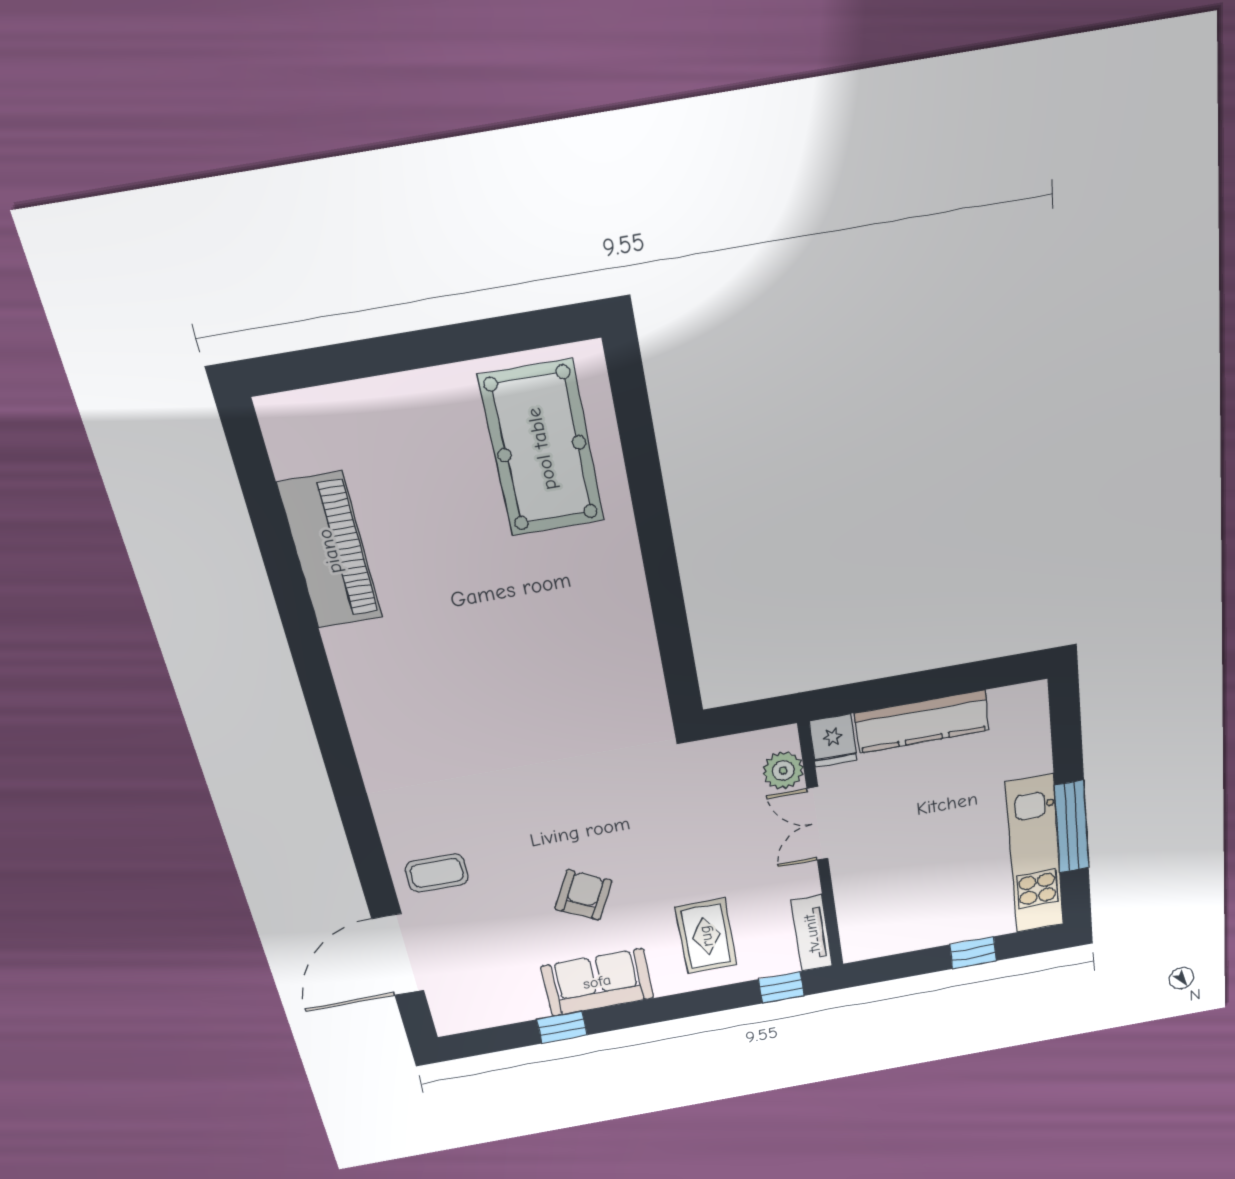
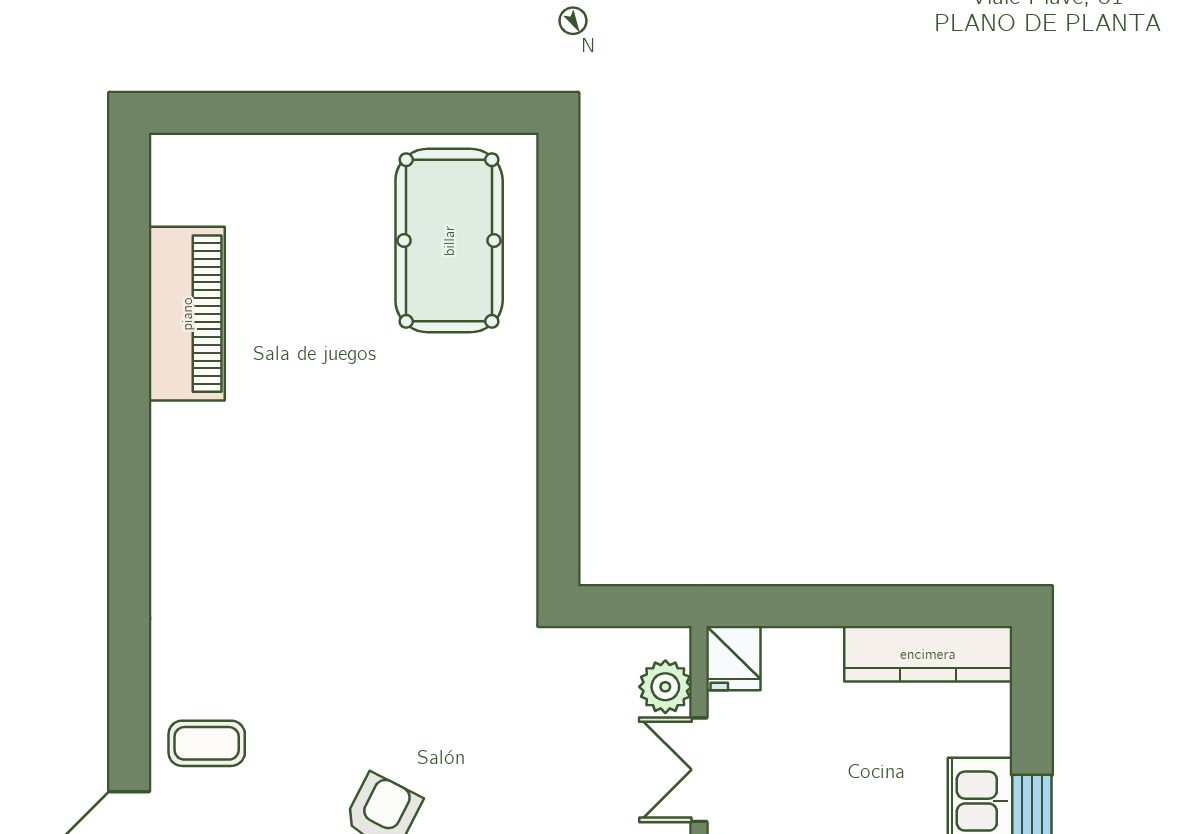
kitchen counter: (922, 722) -> (928, 654), moved

